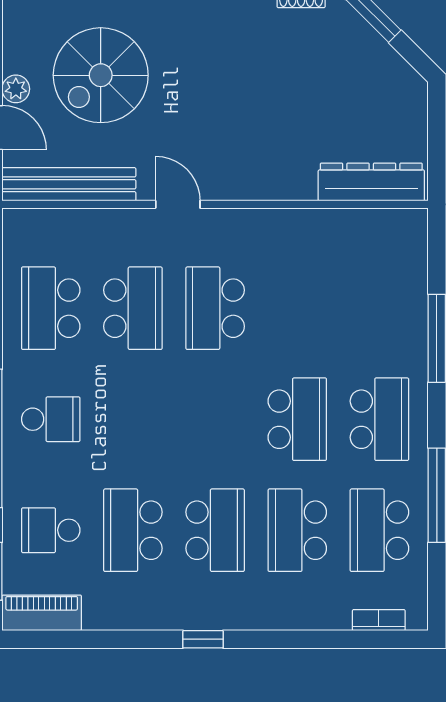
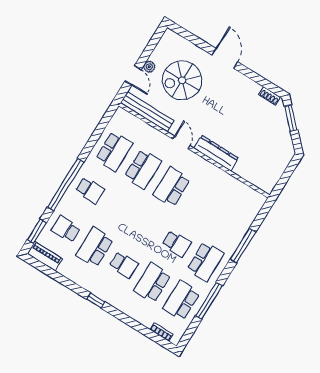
dresser: (371, 182) -> (216, 153), moved
school desk: (51, 308) -> (114, 151), turned 180
school desk: (297, 419) -> (177, 244), width x0.54
school desk: (215, 530) -> (124, 265), width x0.54

